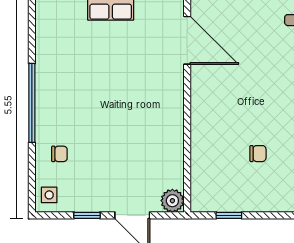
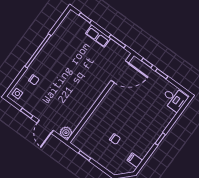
door: (187, 40) -> (120, 72), hinge flipped

